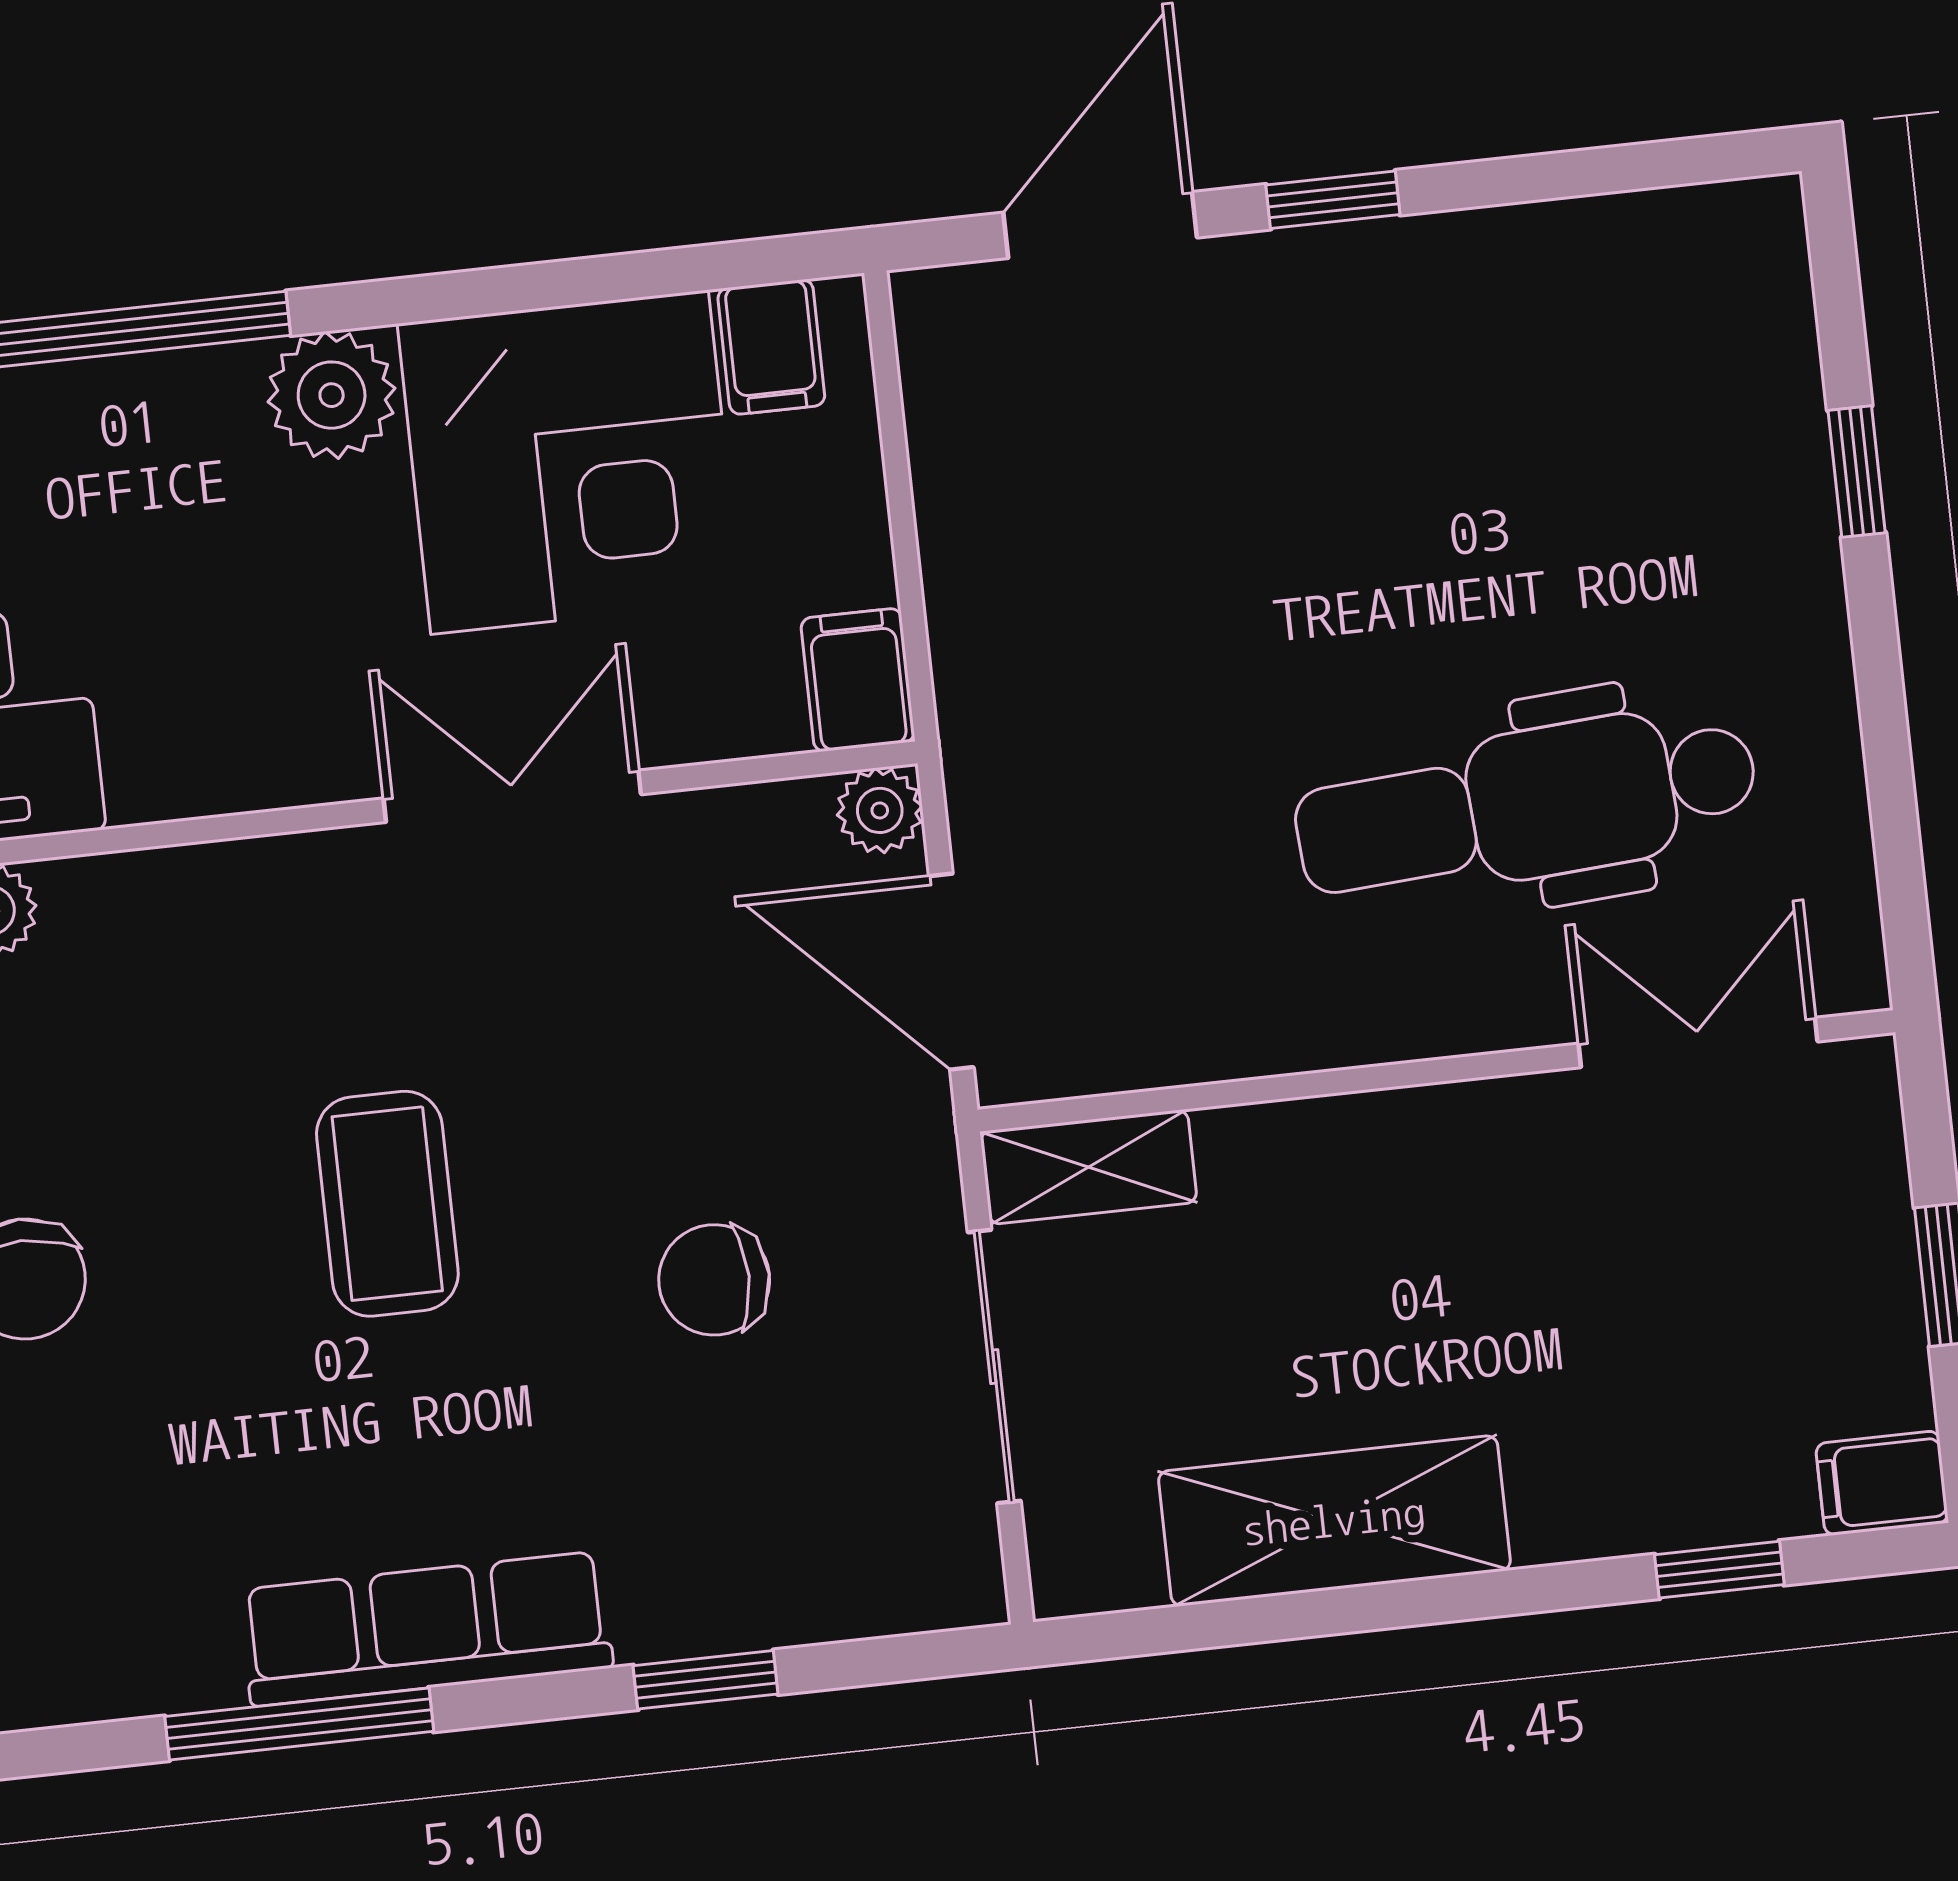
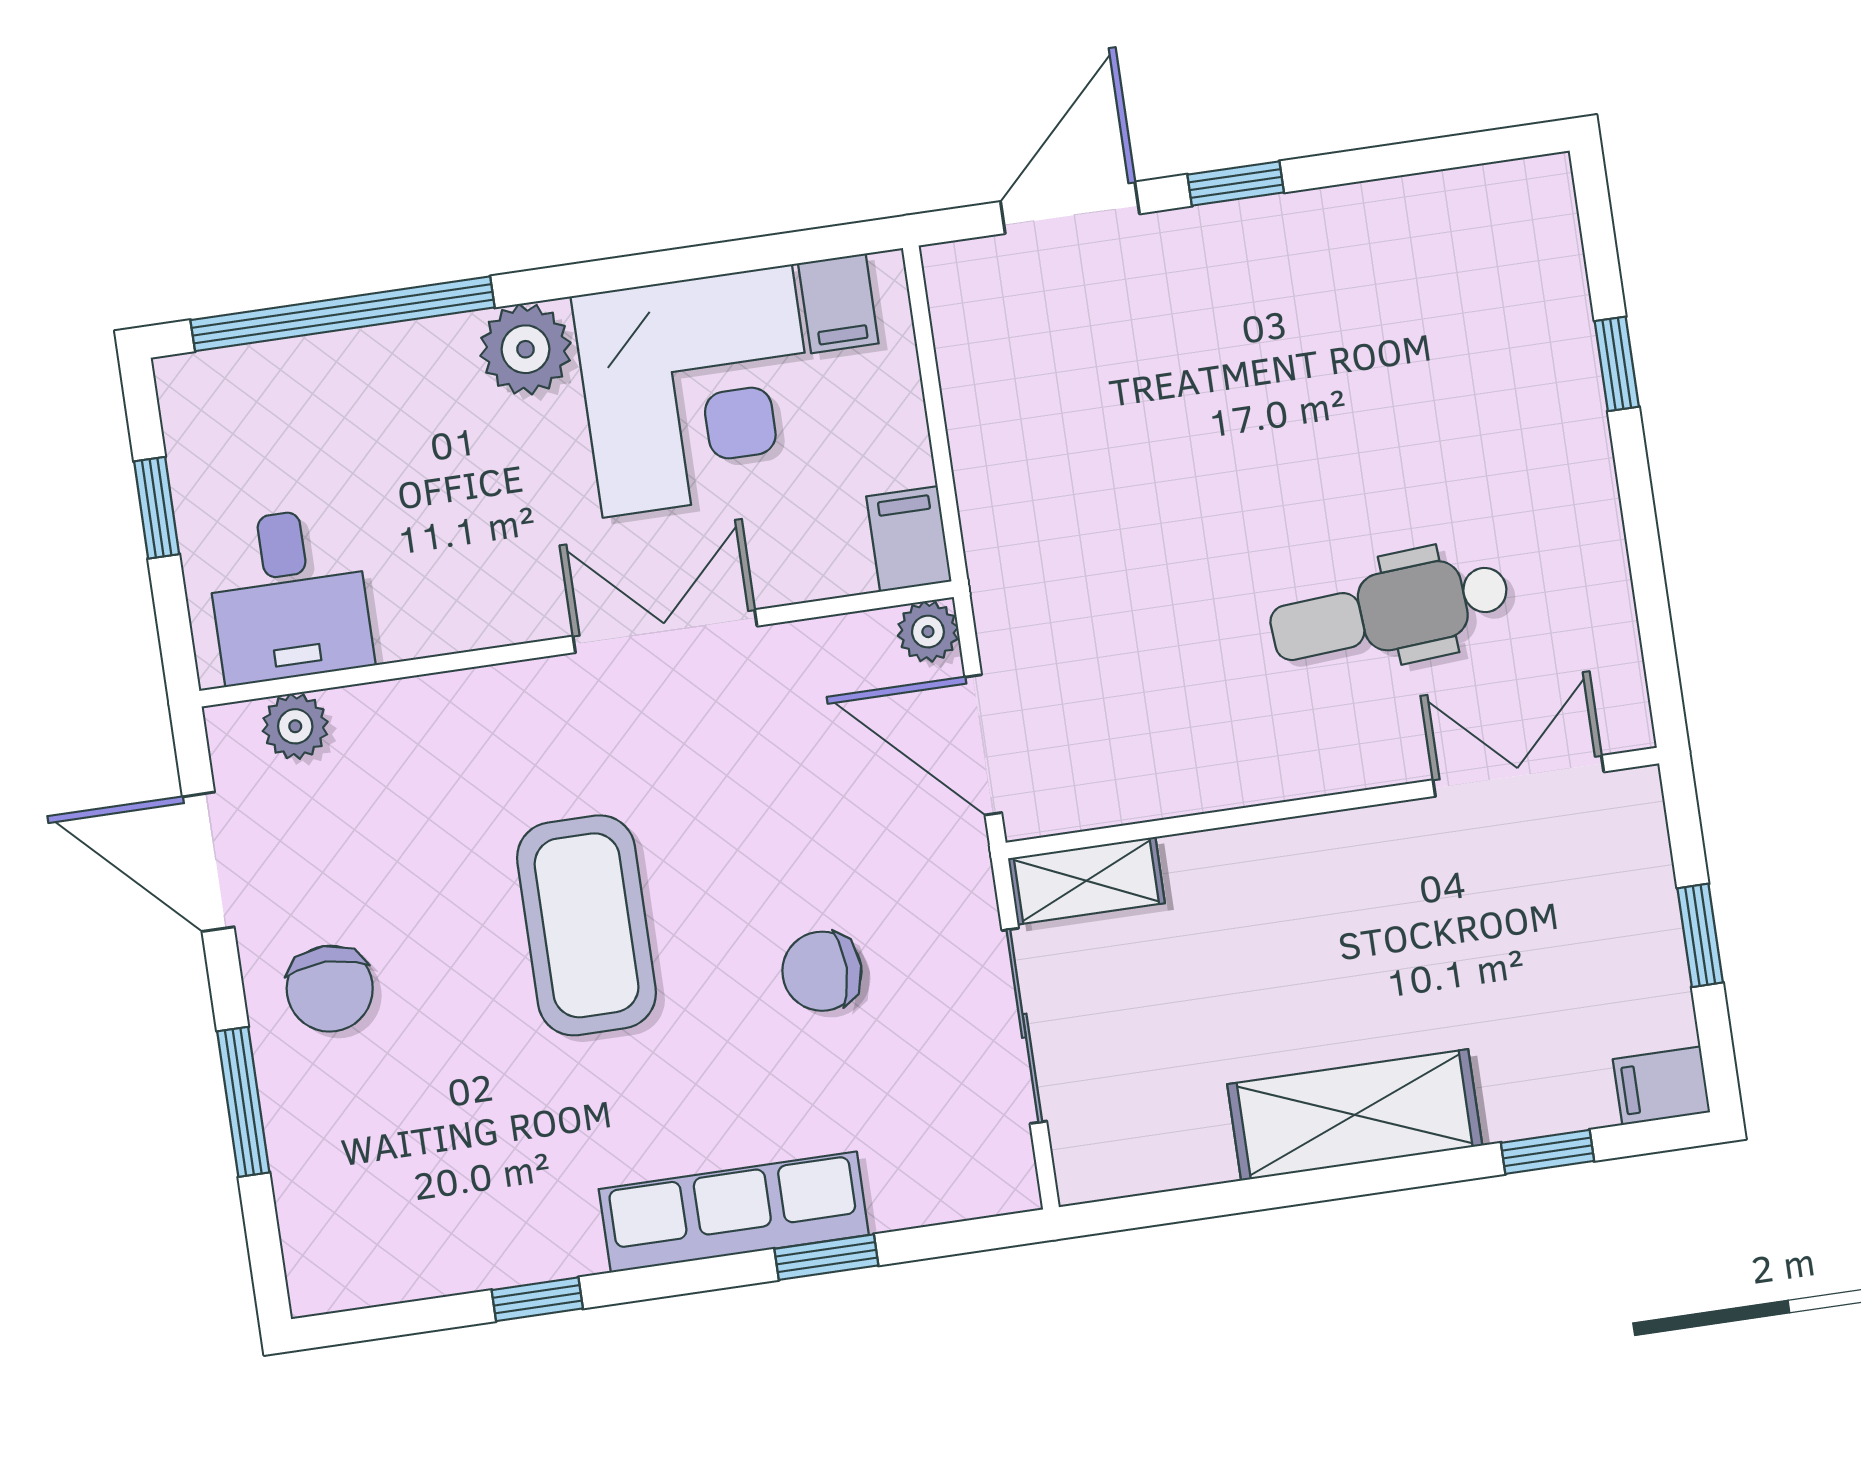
dental chair: (1526, 805) -> (1389, 611), width x0.73, depth x0.72
coffee table: (387, 1204) -> (587, 925), width x1.36, depth x1.32
shelving: (1334, 1521) -> (1355, 1115), moved
row of seats: (426, 1629) -> (734, 1212), moved
window: (299, 1724) -> (537, 1299), width x0.46

